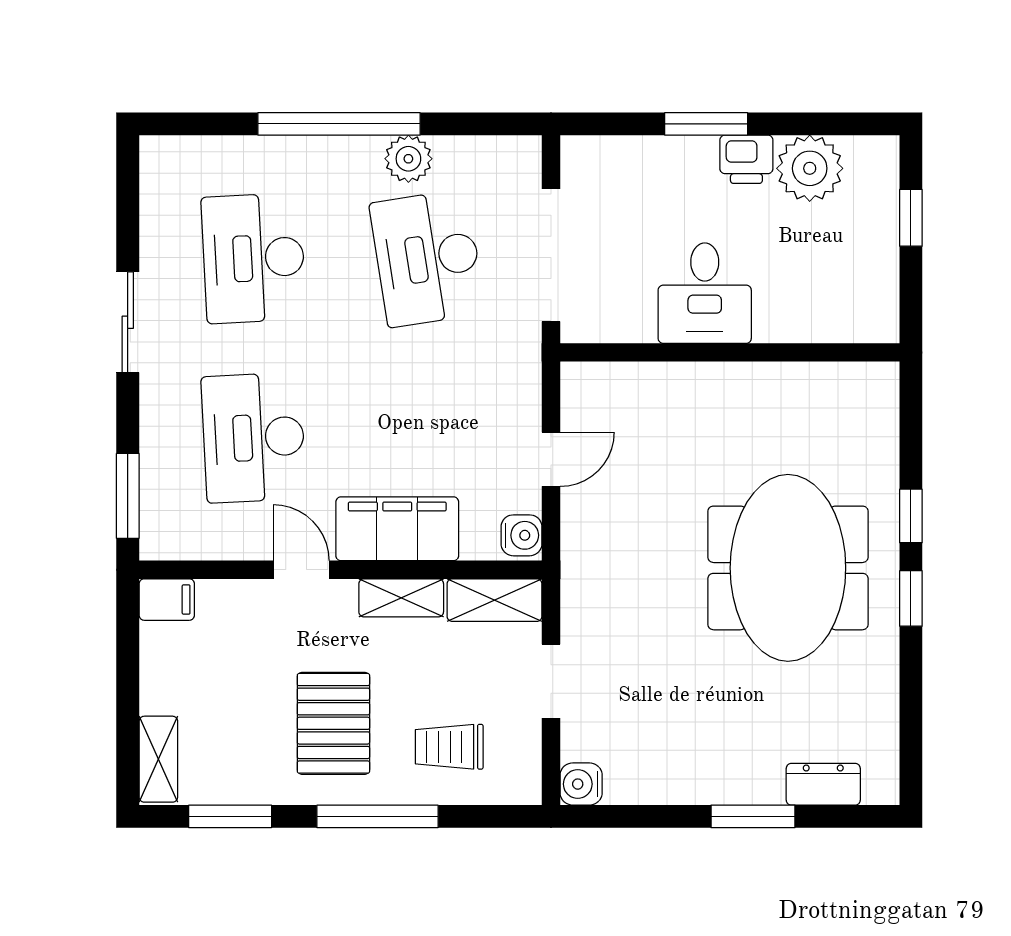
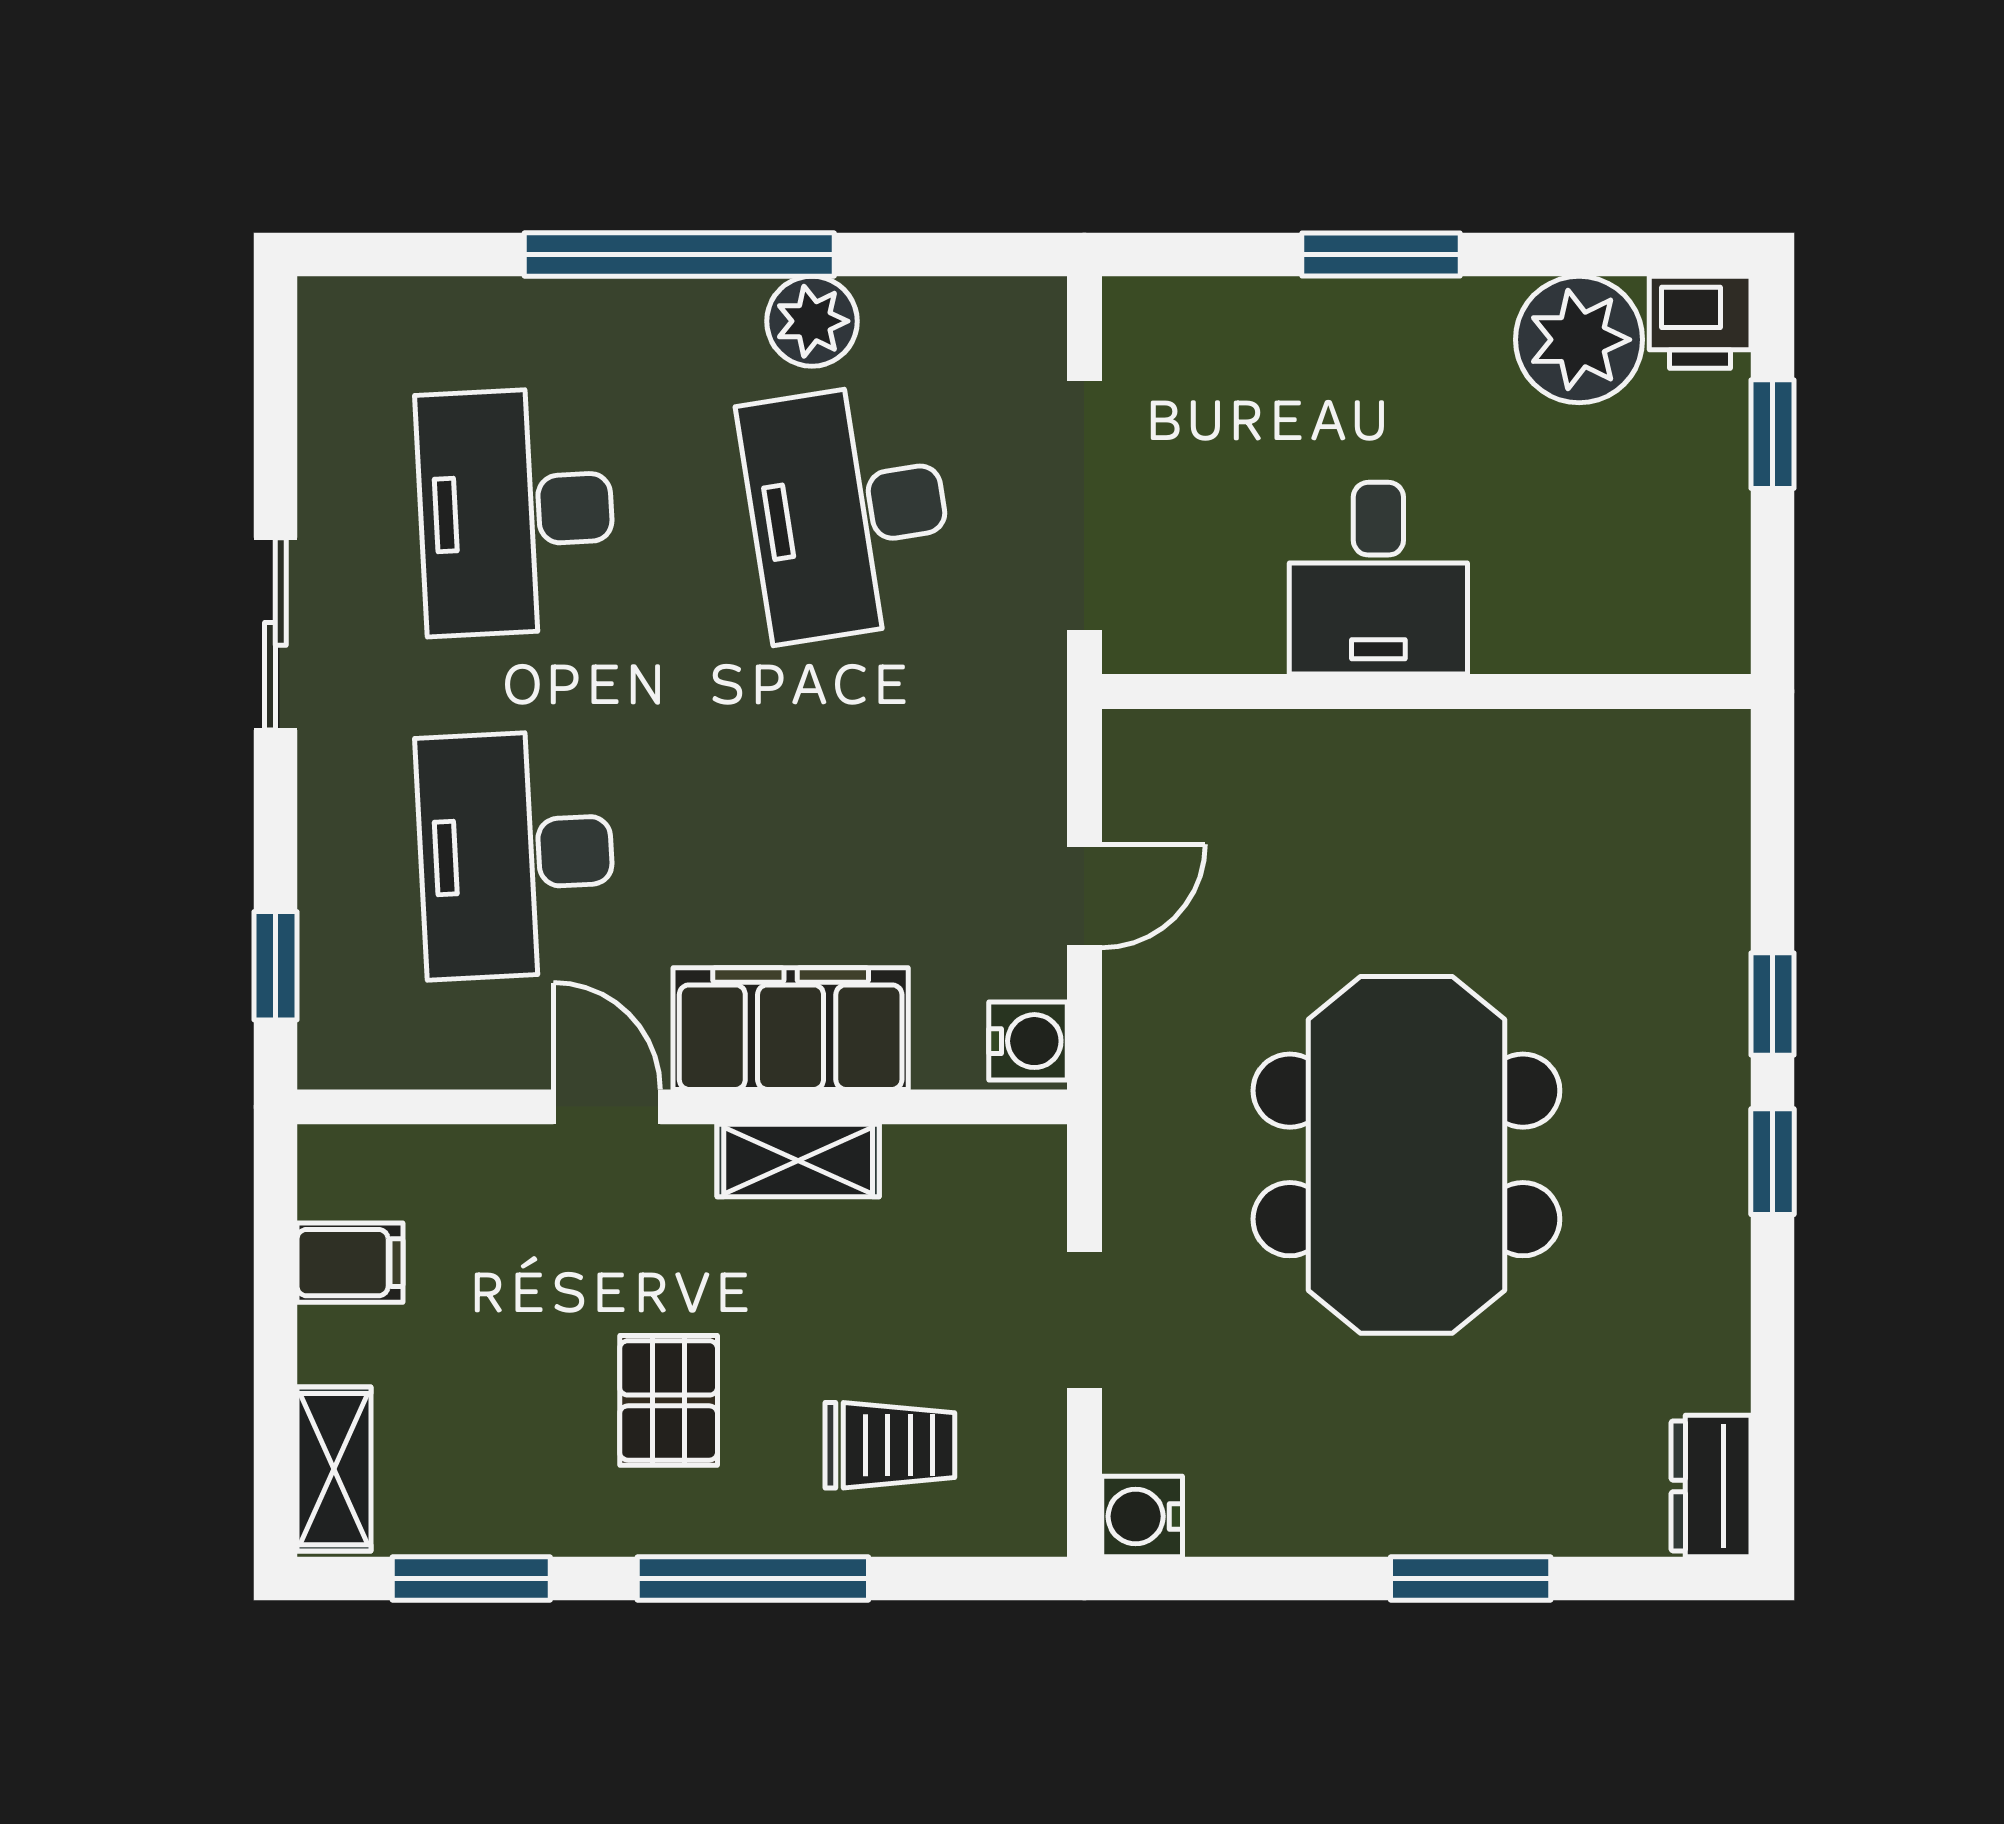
printer: (746, 159) -> (1700, 322), moved
window: (128, 496) -> (275, 966), width x0.67
meeting table: (788, 568) -> (1406, 1155), moved
filing cabinet: (167, 600) -> (350, 1263), moved
shelving: (495, 600) -> (977, 1165), removed
pallet: (333, 723) -> (669, 1400), width x0.67, depth x0.71
trolley: (449, 747) -> (890, 1445), turned 180
dresser: (823, 784) -> (1711, 1486), moved, turned -90

